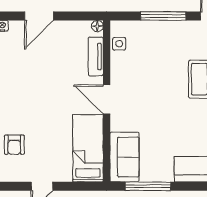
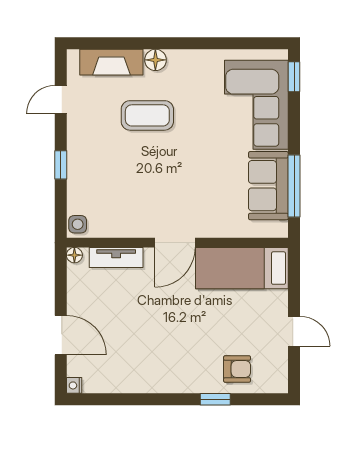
window: (163, 16) -> (61, 165), width x0.46
side table: (119, 44) -> (78, 224), moved
sofa: (124, 157) -> (268, 186), moved, turned -90

